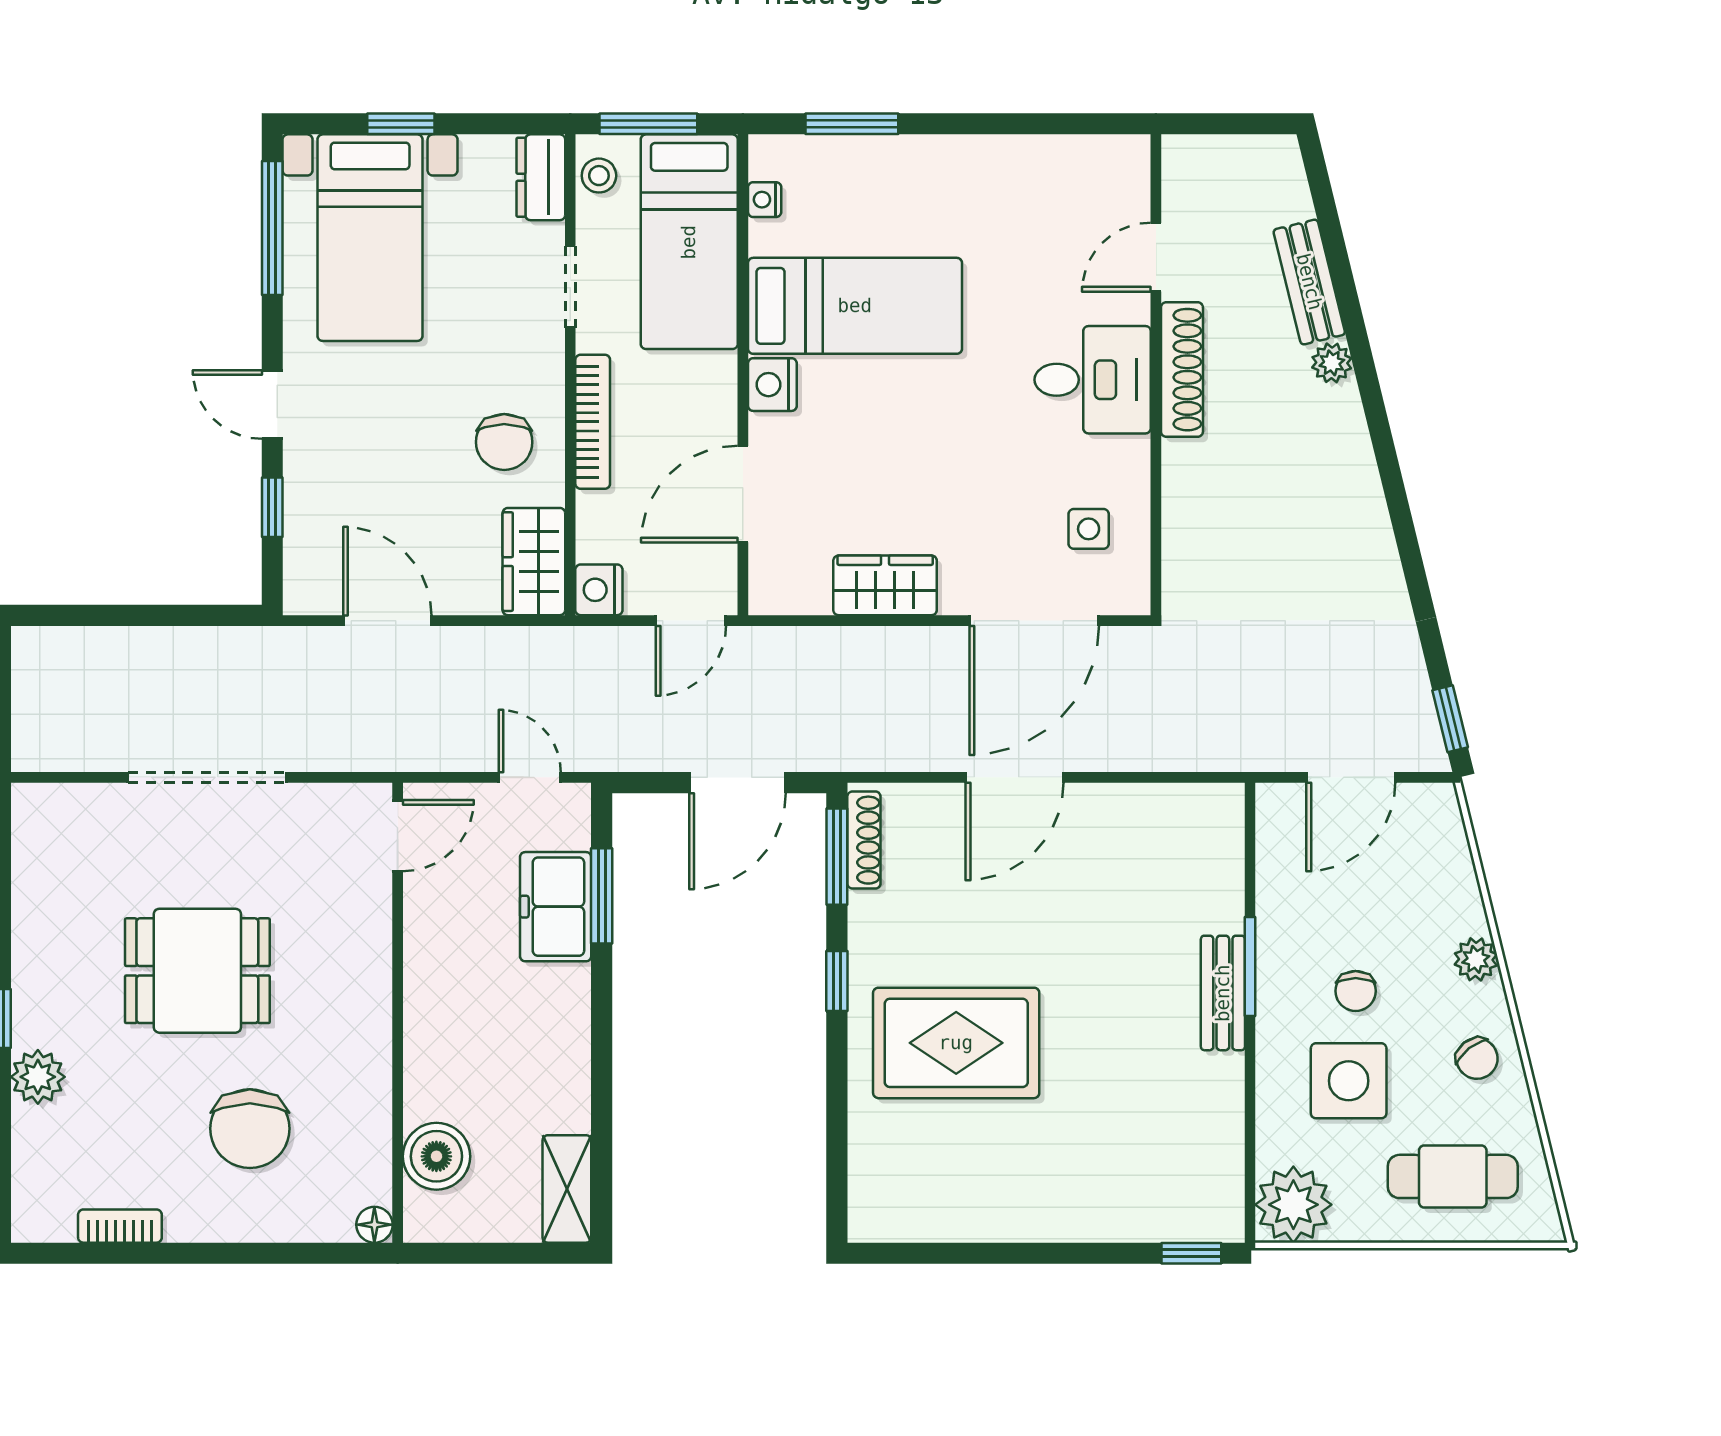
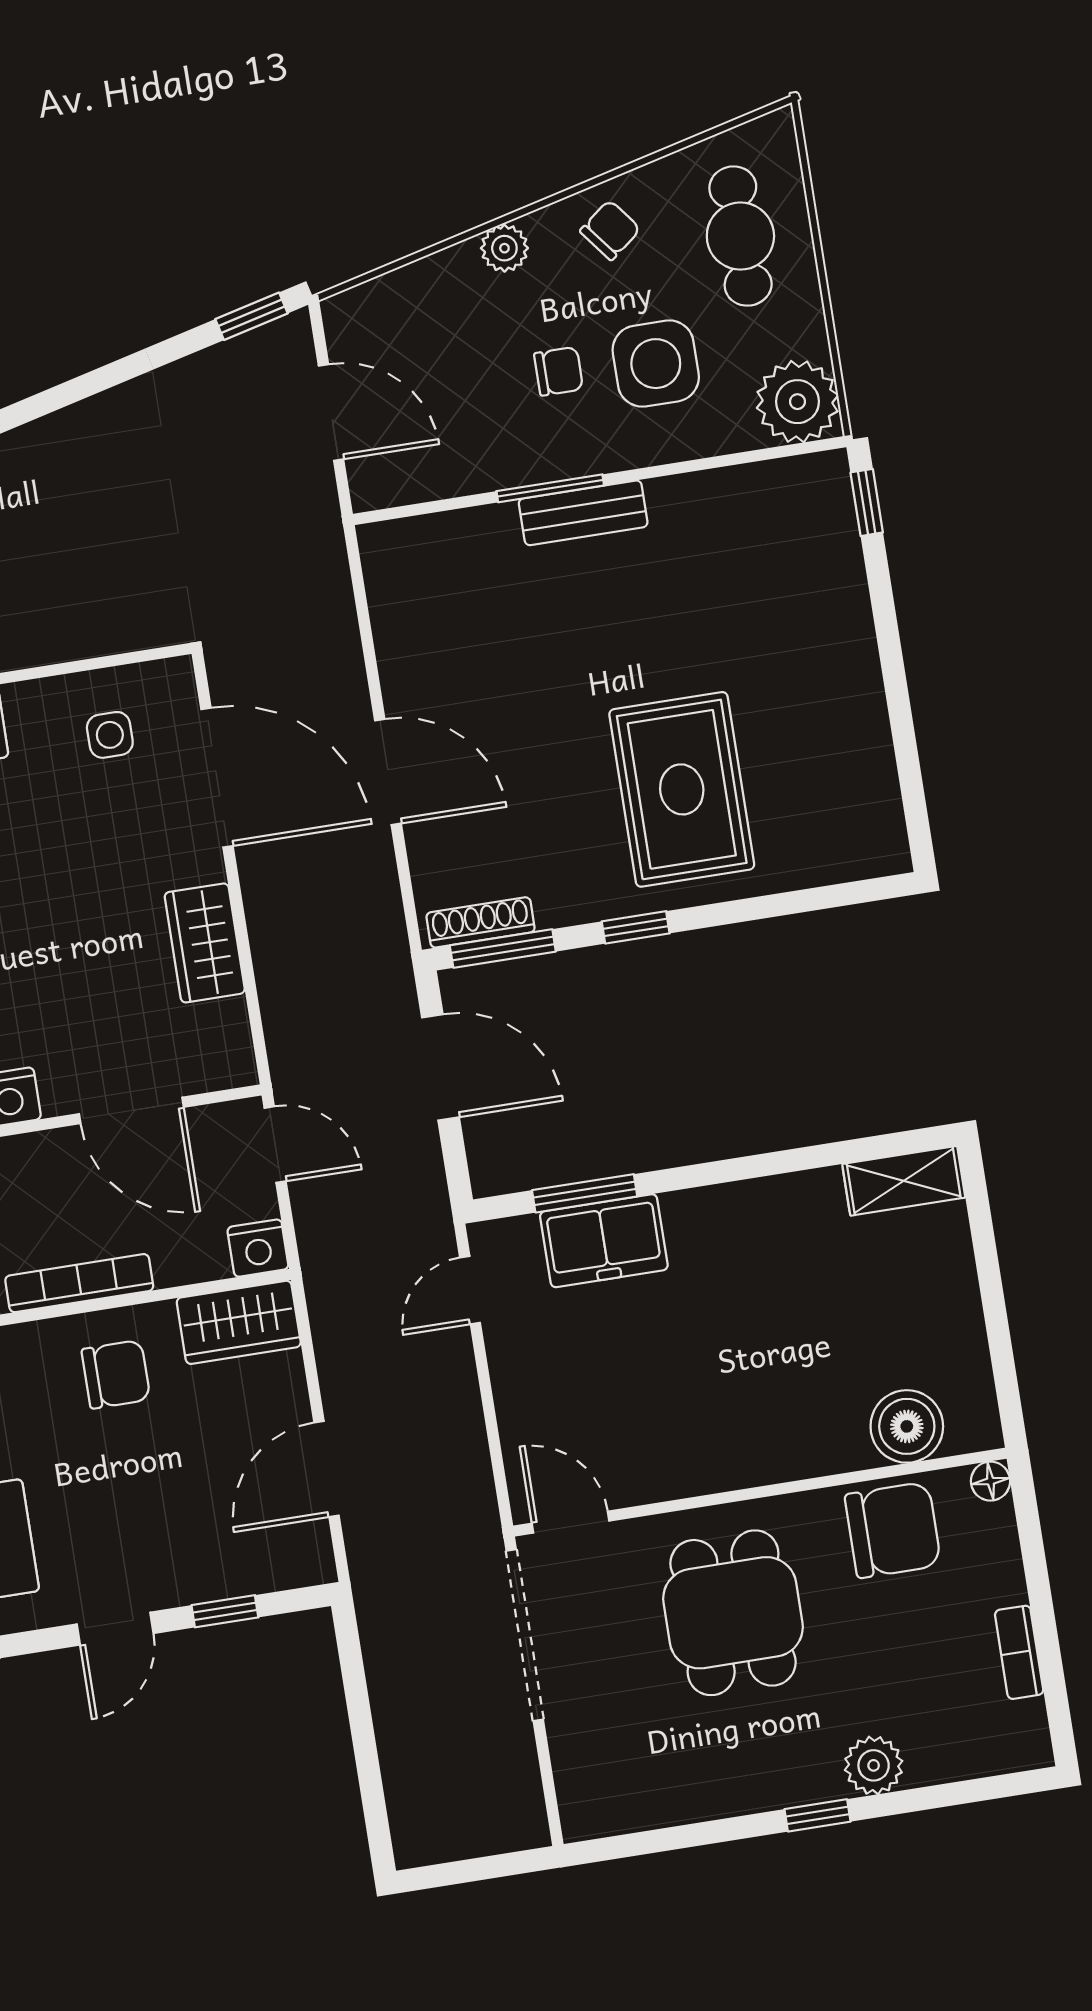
door: (398, 836) -> (571, 1522), moved
wall: (398, 1013) -> (760, 1492), moved
boiler: (436, 1156) -> (907, 1426), moved
floor lamp: (374, 1225) -> (991, 1481), moved

